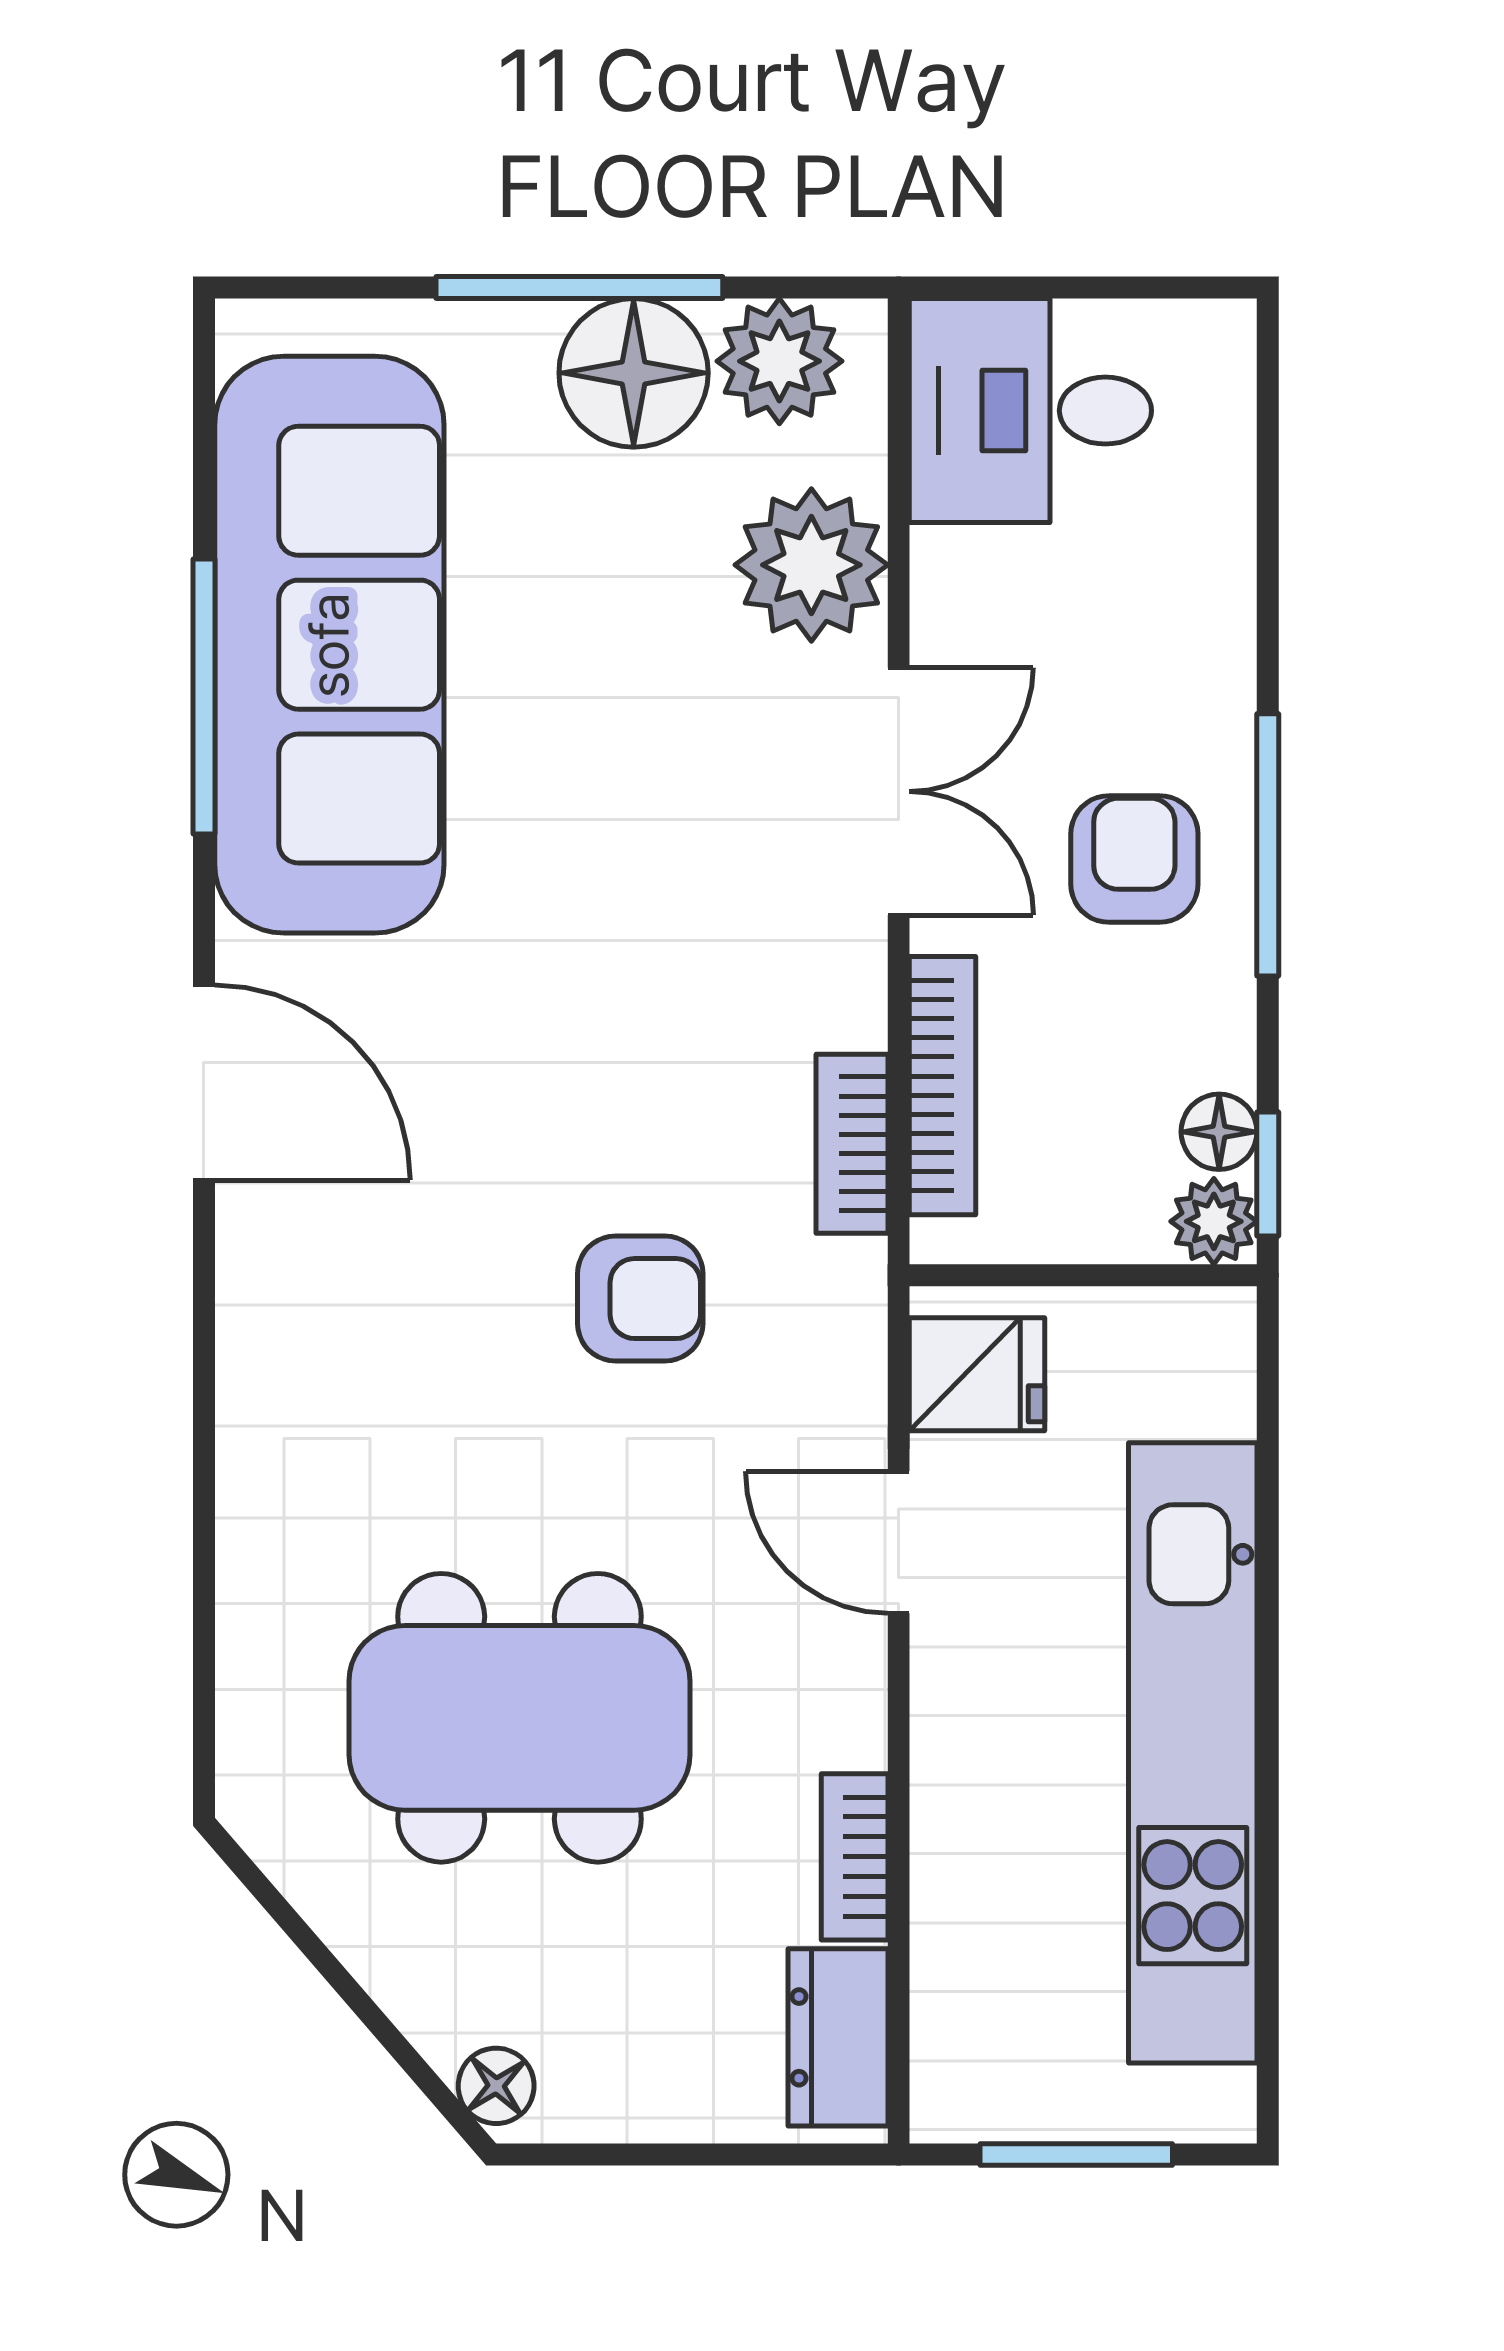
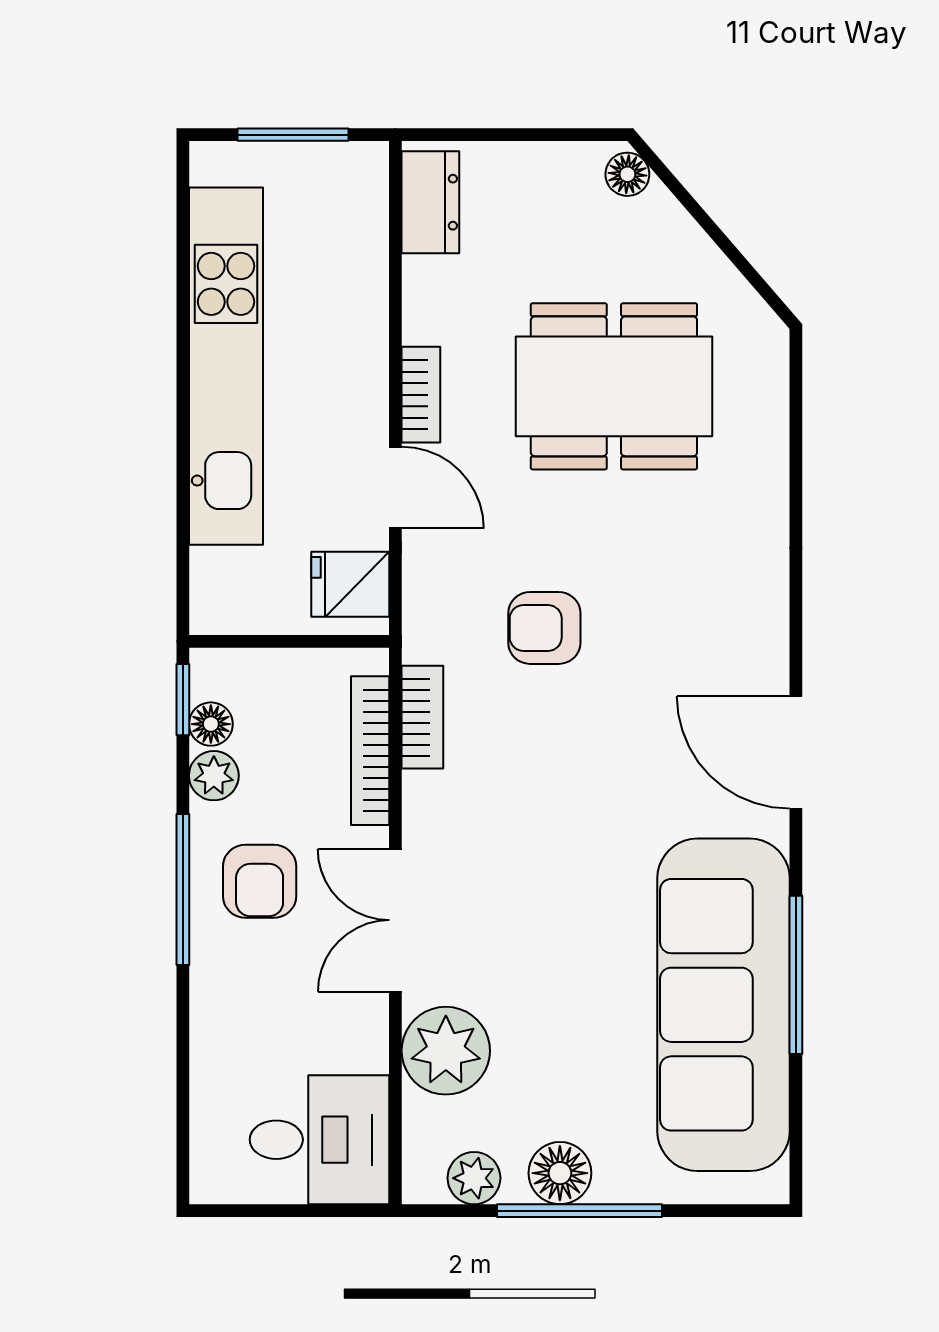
plant: (779, 361) -> (474, 1178), width x0.73, depth x0.73
floor lamp: (634, 373) -> (560, 1173), width x0.73, depth x0.73
plant: (1214, 1221) -> (214, 776), moved
bookcase: (855, 1857) -> (421, 395), moved

